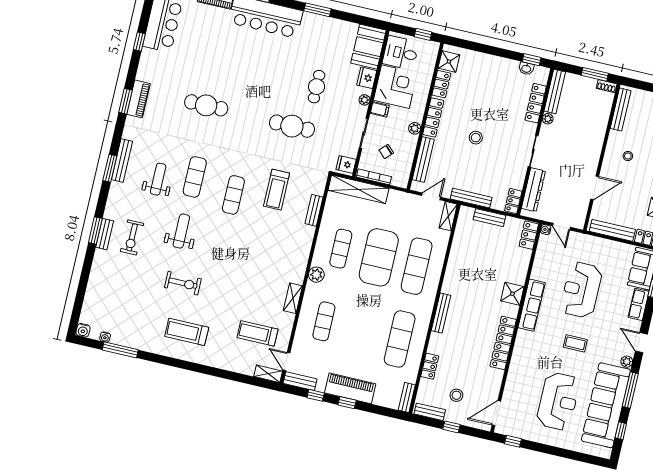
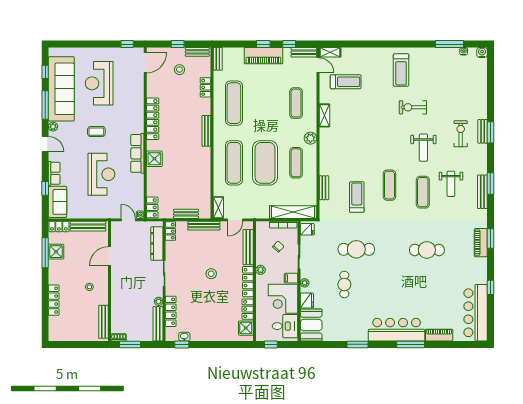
treadmill: (187, 332) -> (401, 70), turned 90

